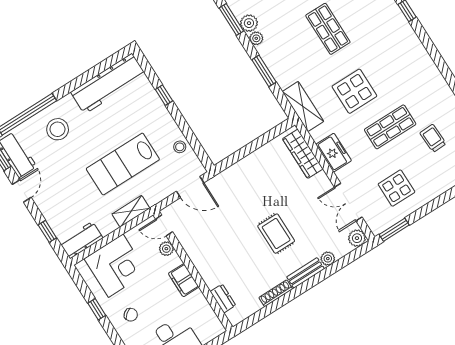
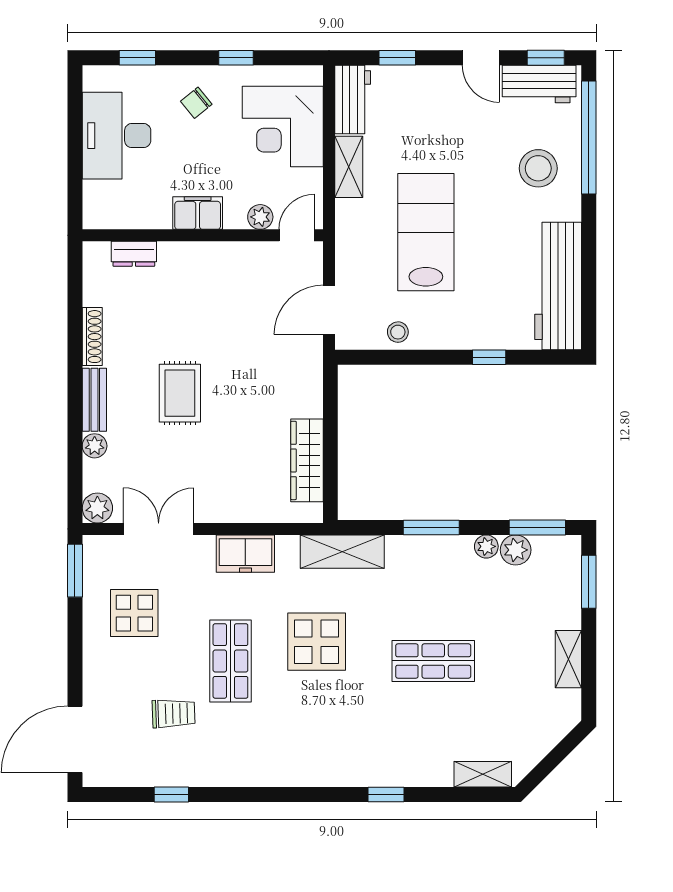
wardrobe: (303, 154) -> (307, 460), moved, turned -90
shelving: (131, 211) -> (349, 167), moved
rug: (276, 234) -> (180, 393), turned 90

